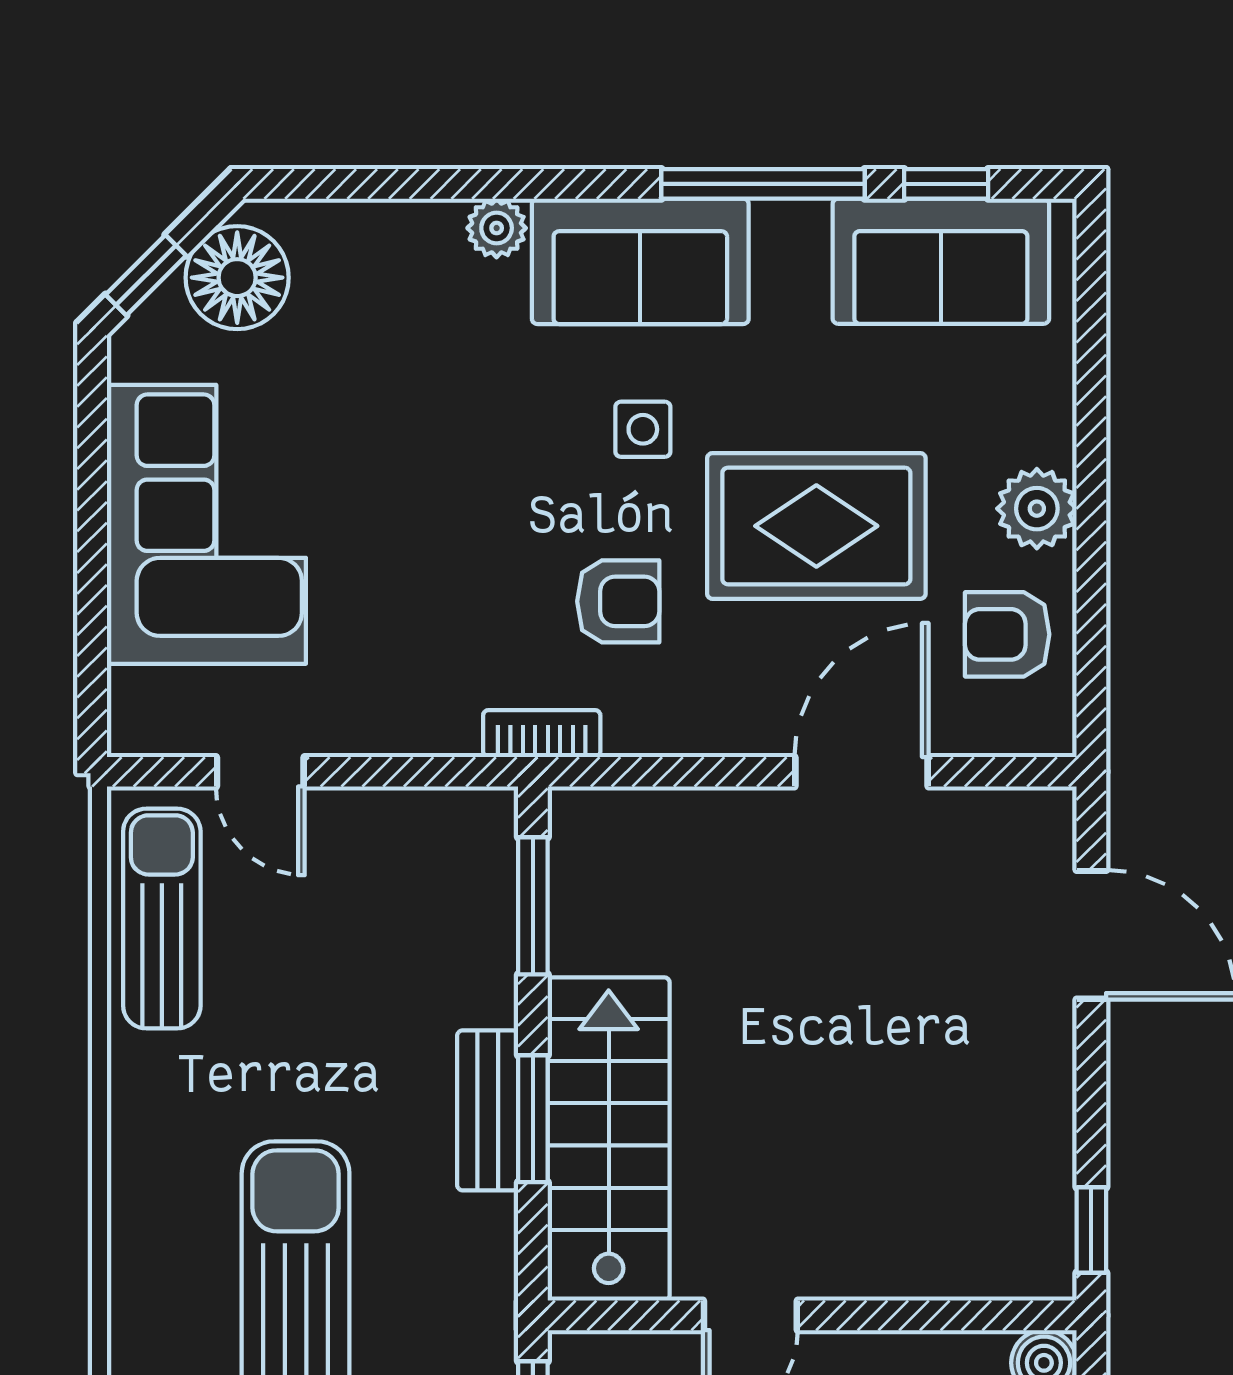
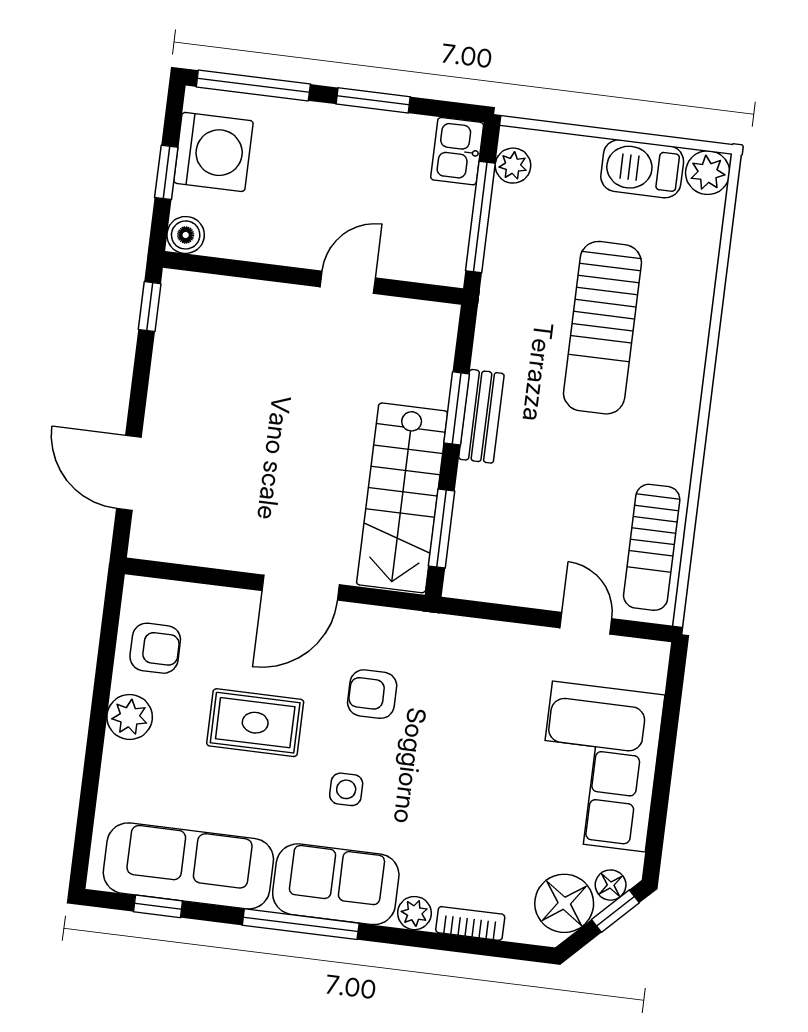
window: (763, 184) -> (301, 924), moved
sofa: (941, 261) -> (188, 866), width x1.36
floor lamp: (160, 320) -> (611, 885), added
rug: (816, 526) -> (255, 723), width x0.73, depth x0.70
bookcase: (542, 734) -> (470, 923), moved, turned 180
door: (861, 772) -> (301, 588), moved
stairs: (609, 1139) -> (402, 498), moved

